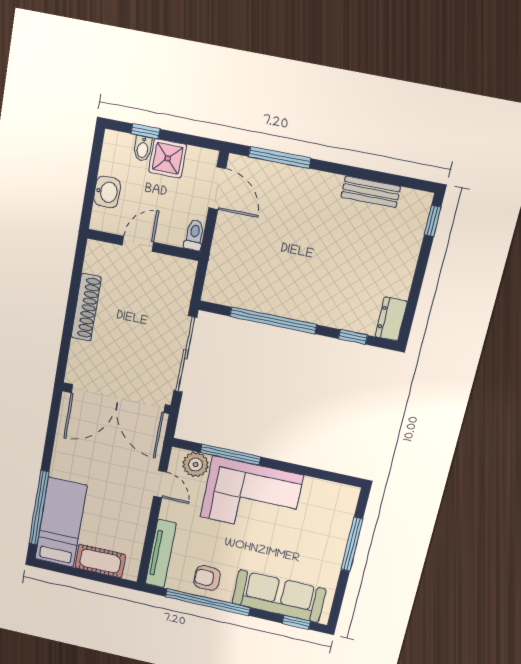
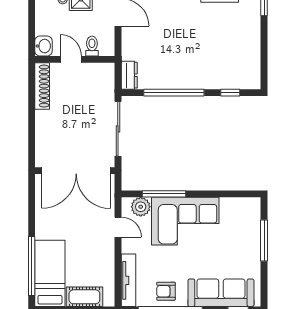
washbasin: (107, 192) -> (43, 46), moved
toilet: (194, 235) -> (92, 46), moved
door: (138, 244) -> (71, 59), hinge flipped
shoe rack: (86, 307) -> (42, 86), moved
dresser: (391, 319) -> (129, 75), moved, turned 180

